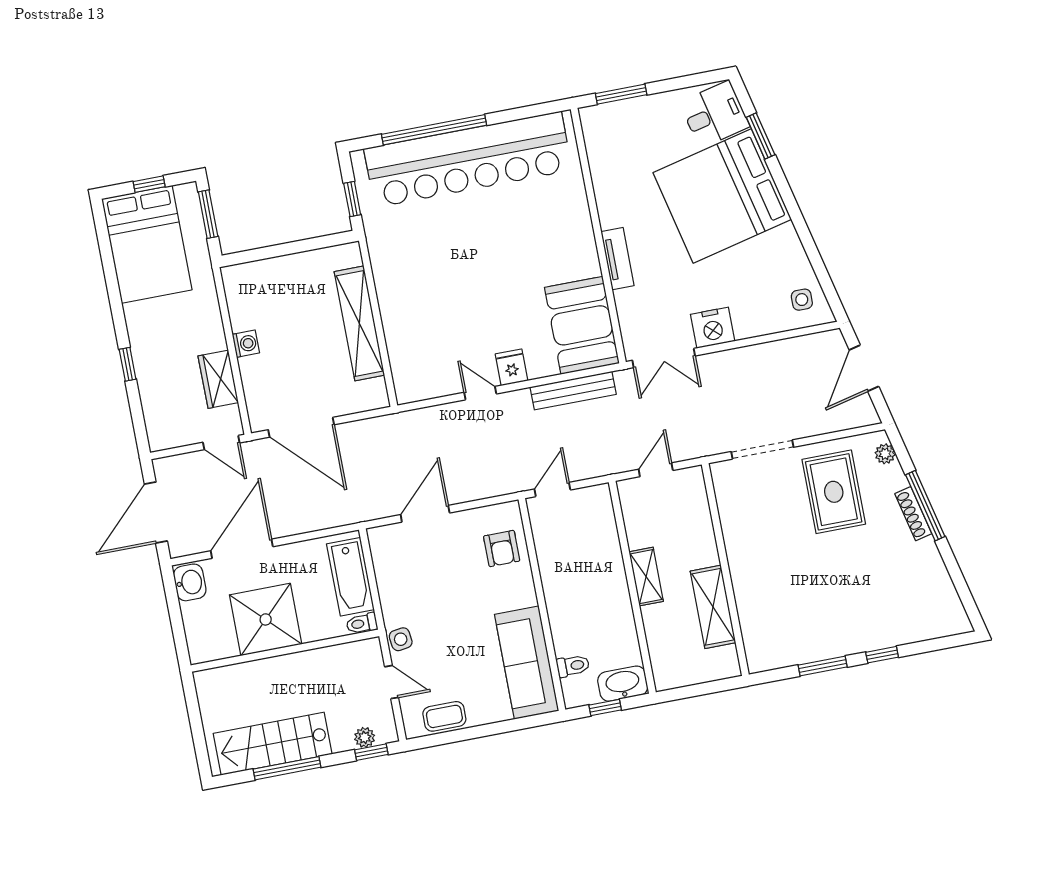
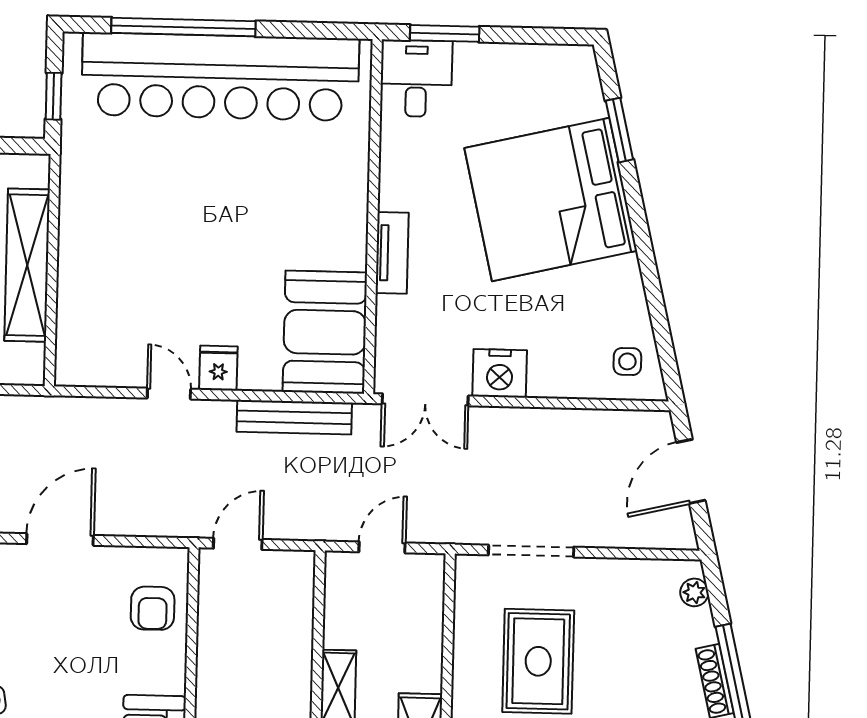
desk: (715, 115) -> (416, 78), moved, turned -77
rug: (834, 492) -> (538, 661), moved

